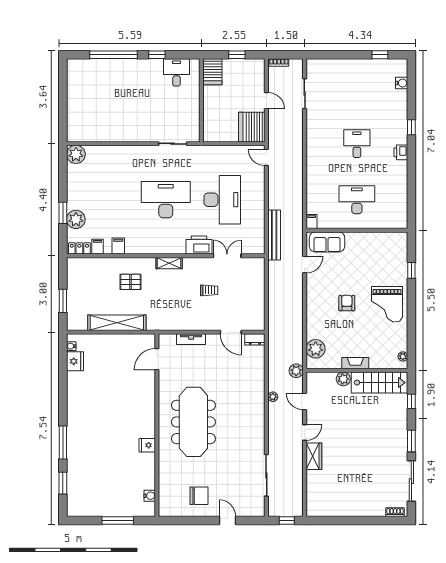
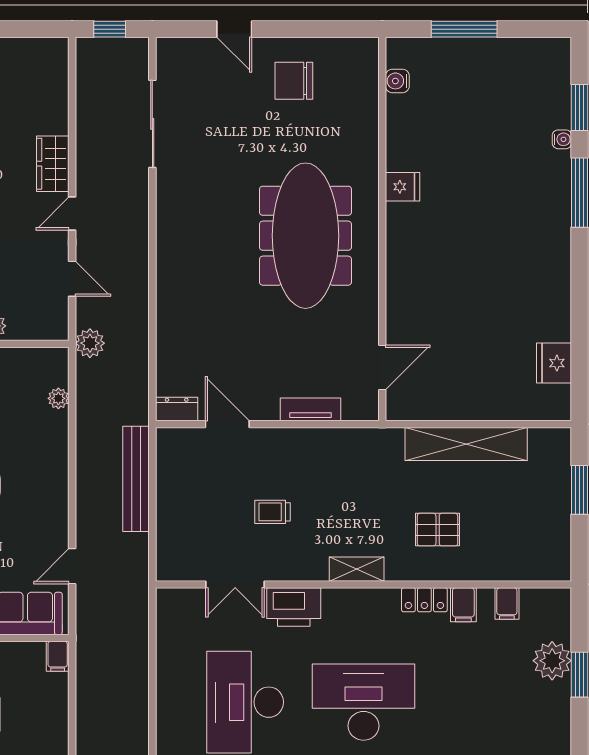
desk: (166, 200) -> (364, 702), turned 180
bench: (274, 235) -> (136, 479), moved
locker: (79, 248) -> (424, 600), moved
water cooler: (71, 346) -> (562, 139), moved
plant: (316, 349) -> (58, 398), width x0.53, depth x0.53
plant: (273, 397) -> (139, 289), removed

